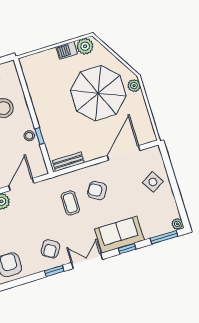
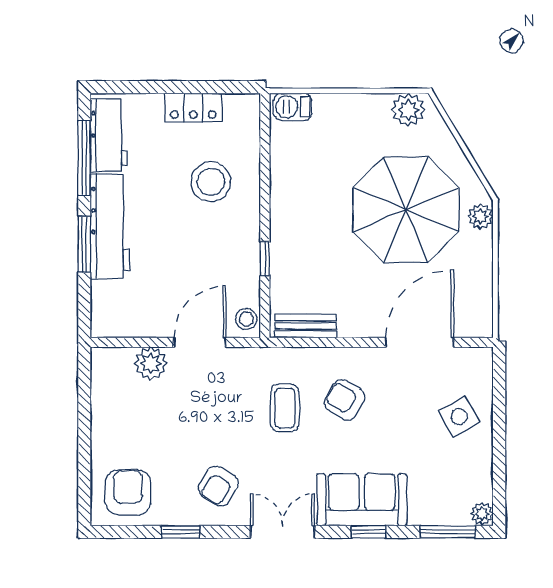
barbecue: (67, 50) -> (293, 107), moved
stool: (29, 136) -> (246, 319), moved
window: (54, 271) -> (181, 532), moved

